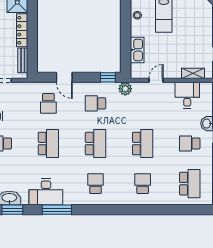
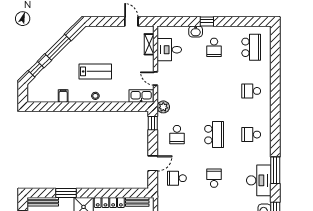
kitchen sink: (137, 50) -> (141, 96), moved
school desk: (48, 103) -> (177, 178), turned 180
school desk: (48, 144) -> (214, 178), width x0.54
school desk: (95, 144) -> (214, 135), turned 90
school desk: (143, 144) -> (214, 91), removed
school desk: (190, 184) -> (251, 47), turned 90

